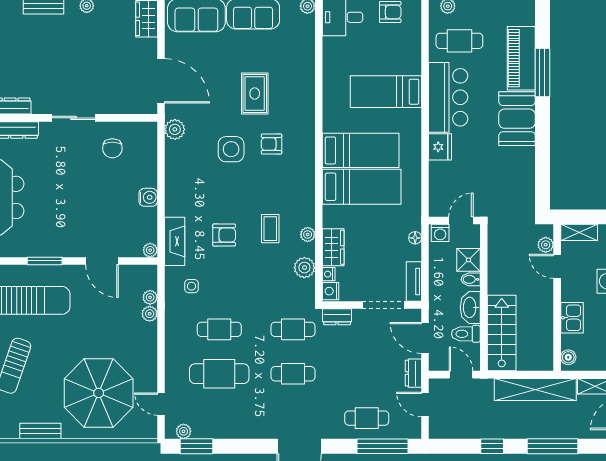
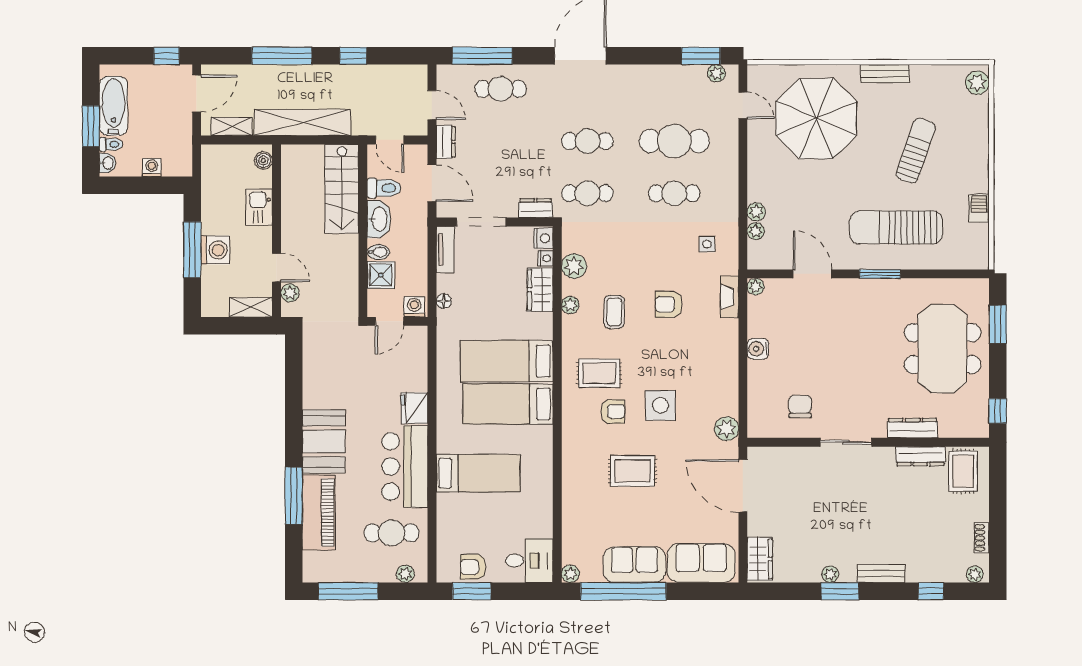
rug: (255, 94) -> (633, 471), turned 90
rug: (283, 177) -> (599, 373), added
fireplace: (175, 241) -> (730, 297), width x0.73, depth x0.76

